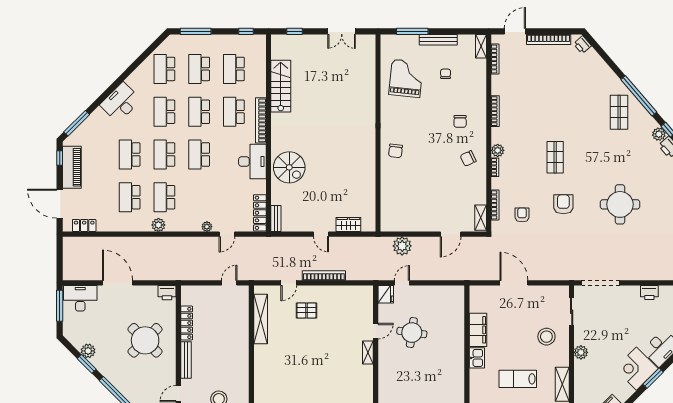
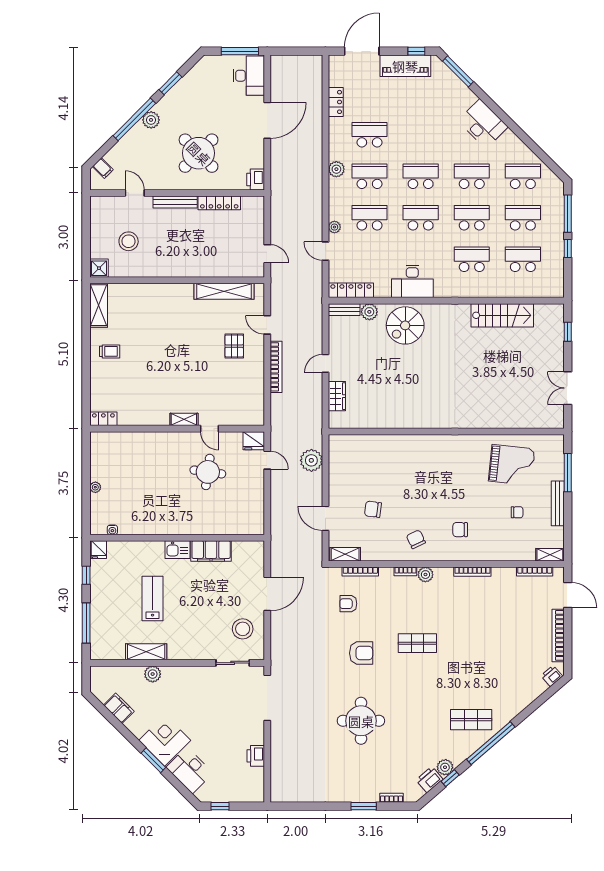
window: (246, 31) -> (568, 248), moved
bookcase: (261, 120) -> (461, 292), removed
chair: (395, 151) -> (373, 509), moved
school desk: (130, 154) -> (369, 218), moved
plant: (278, 197) -> (369, 312), added
armchair: (522, 215) -> (348, 604), turned 180
locker: (84, 225) -> (336, 102), moved
stool: (546, 337) -> (243, 629), moved
plant: (88, 351) -> (151, 120), moved
plant: (581, 352) -> (153, 674), moved

